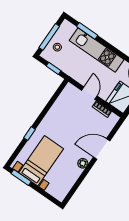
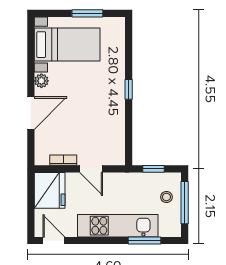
window: (29, 134) -> (129, 89), moved
bed with nightstands: (41, 161) -> (67, 45), moved, turned -90
window: (21, 178) -> (87, 13), moved

